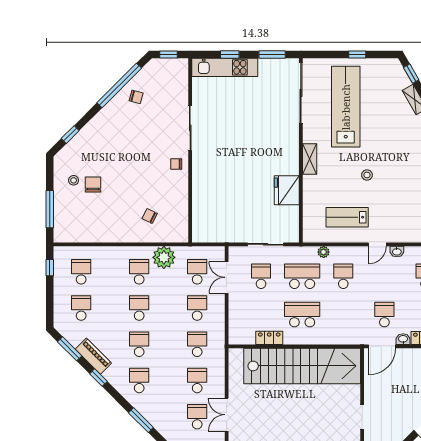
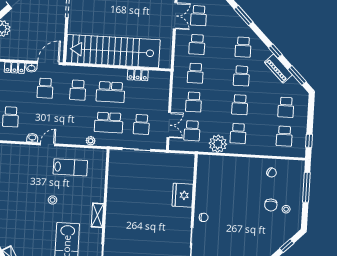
fridge: (287, 190) -> (183, 195), moved, turned 180
chair: (150, 216) -> (272, 173), moved
school desk: (343, 276) -> (78, 90), moved

